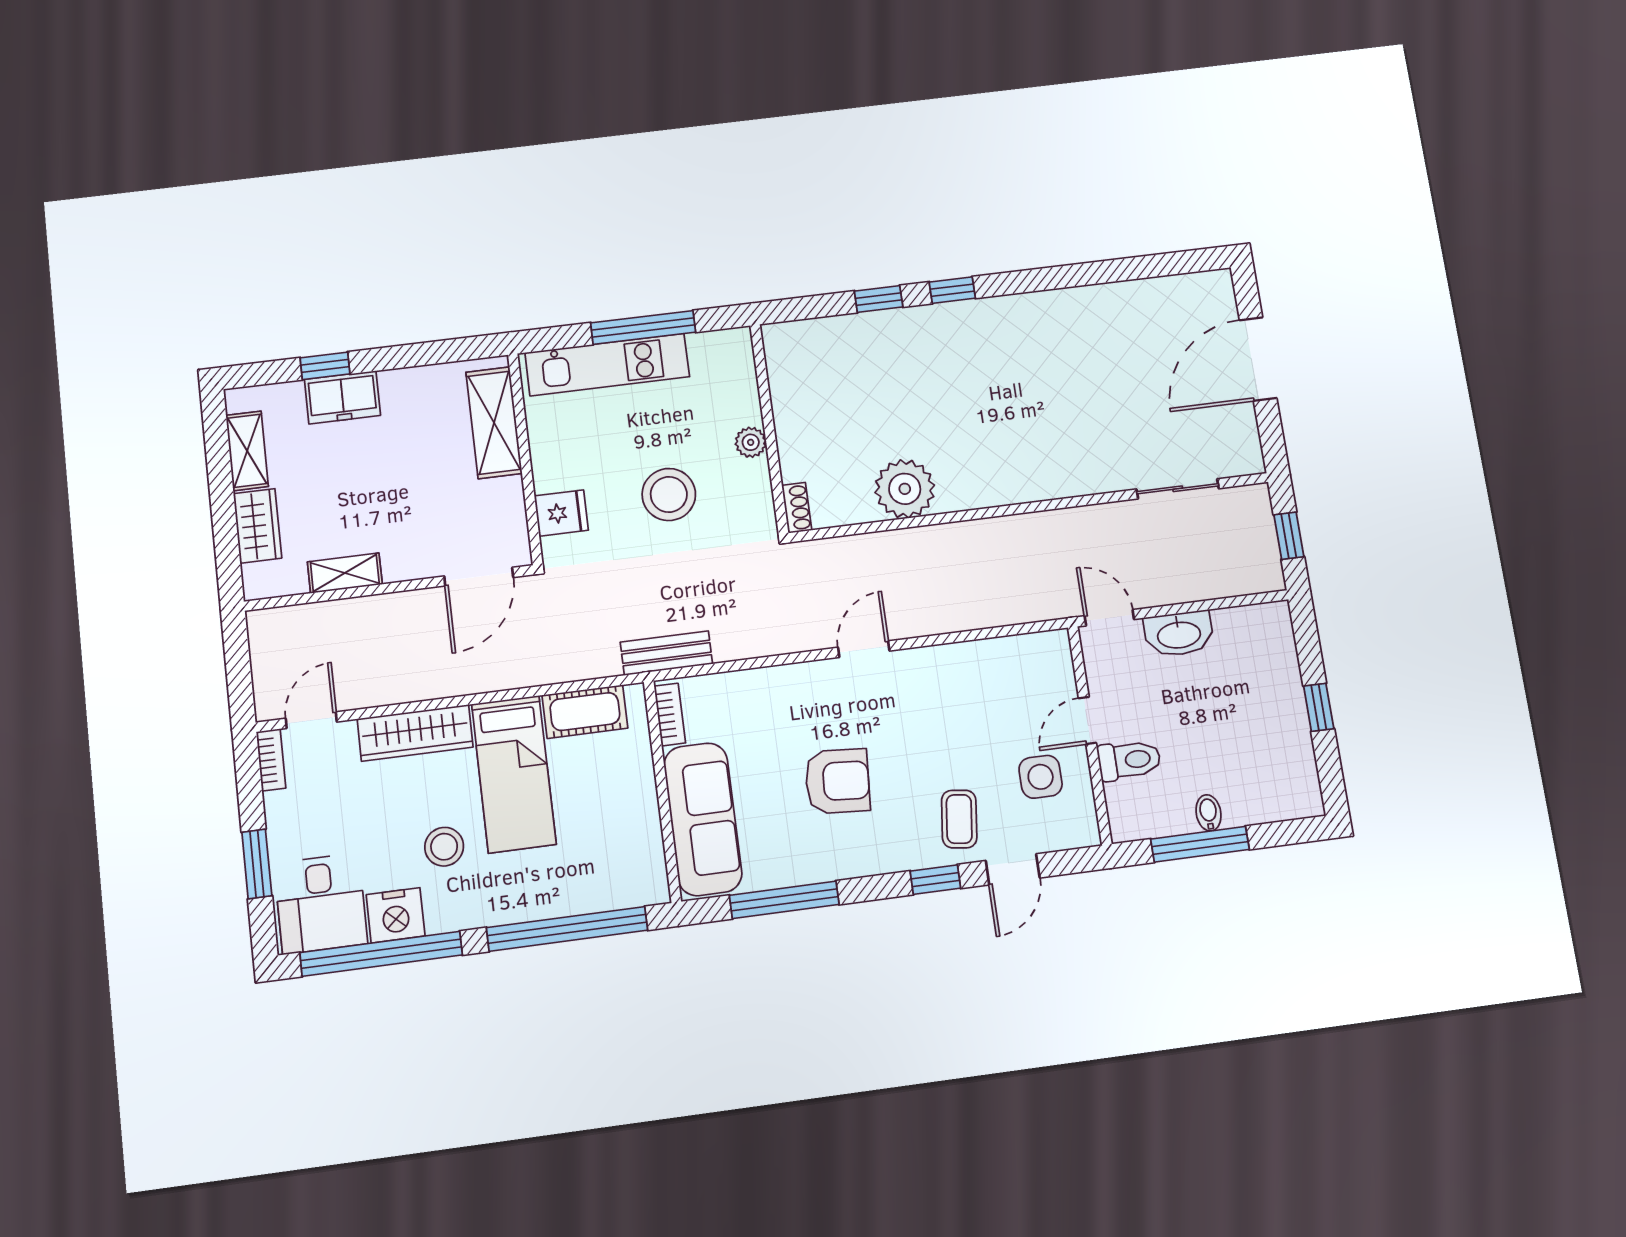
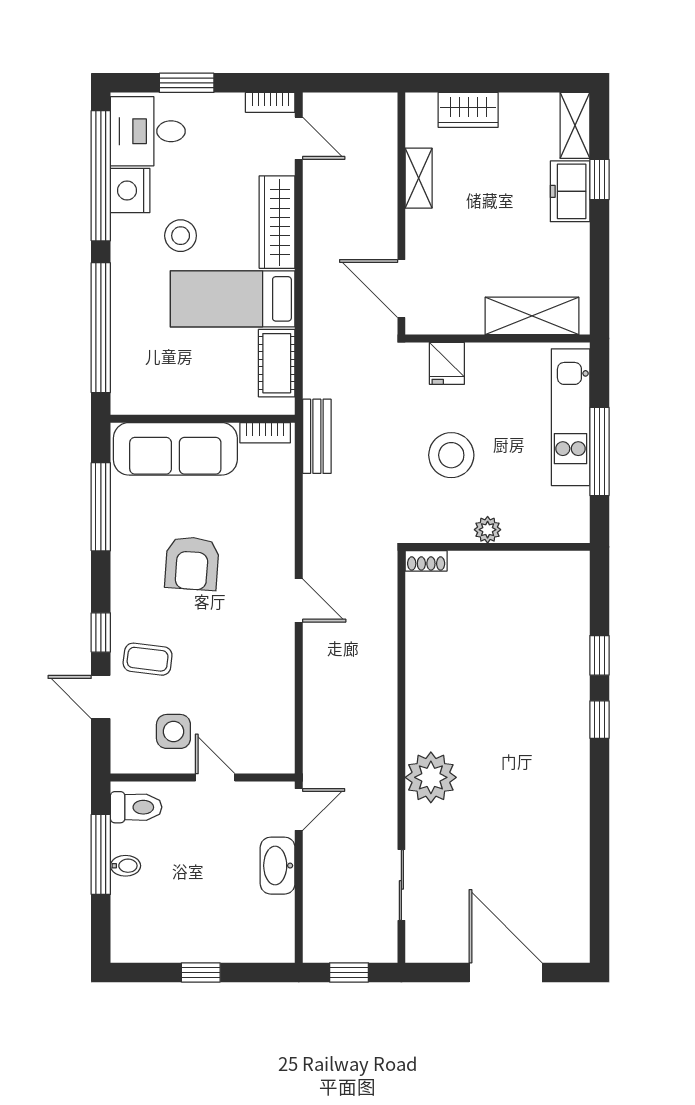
shelving: (247, 451) -> (575, 125), moved, turned 90
plant: (905, 489) -> (431, 777), moved
toilet: (1129, 760) -> (136, 807), moved, turned -90

